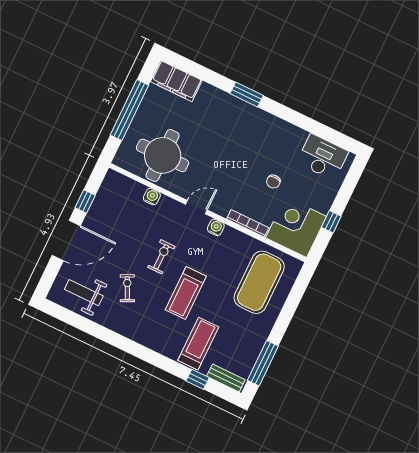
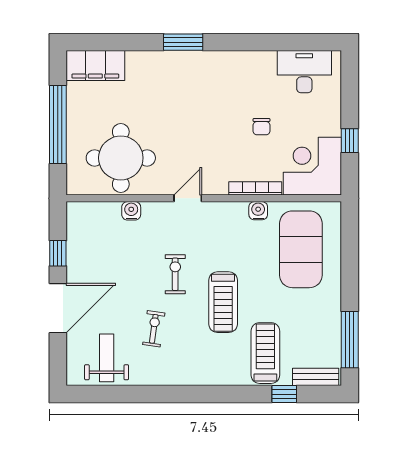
water cooler: (216, 227) -> (258, 211), moved
exercise bike: (127, 288) -> (154, 329), turned 34
weight bench: (84, 293) -> (107, 358), turned 90

